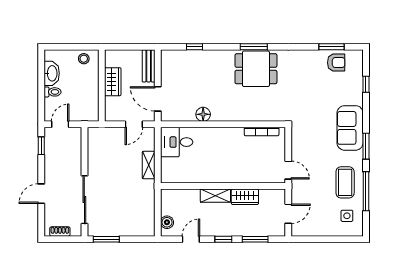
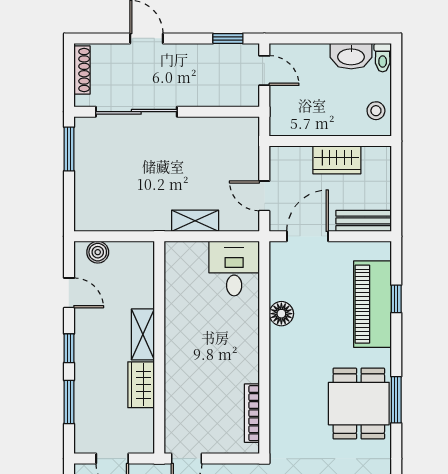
piano: (198, 61) -> (373, 304), added
toilet: (53, 92) -> (383, 58), moved
shoe rack: (60, 232) -> (82, 70), width x1.43

